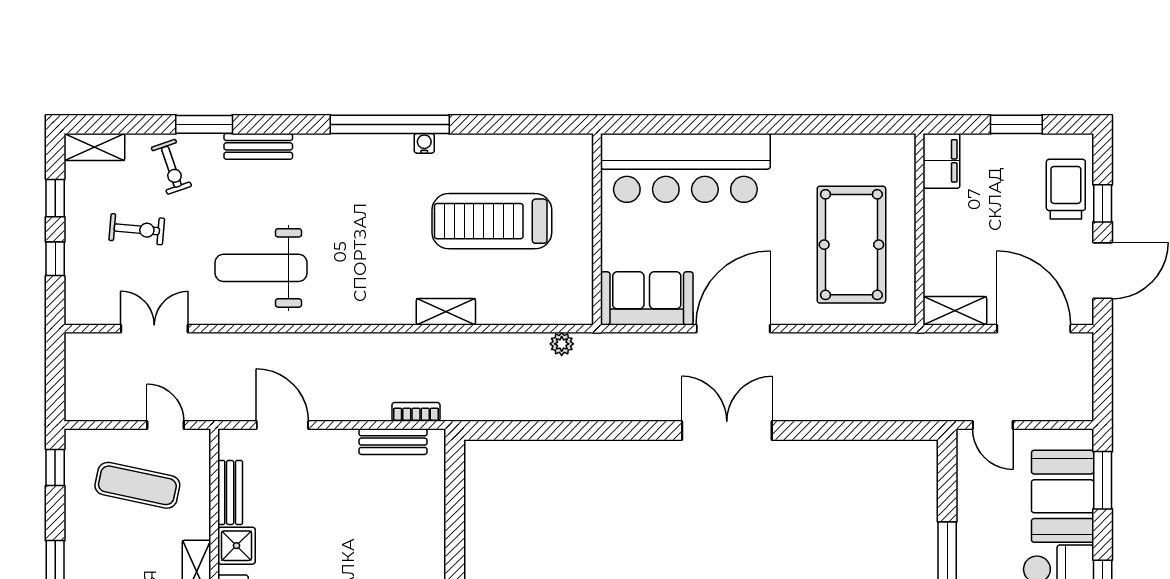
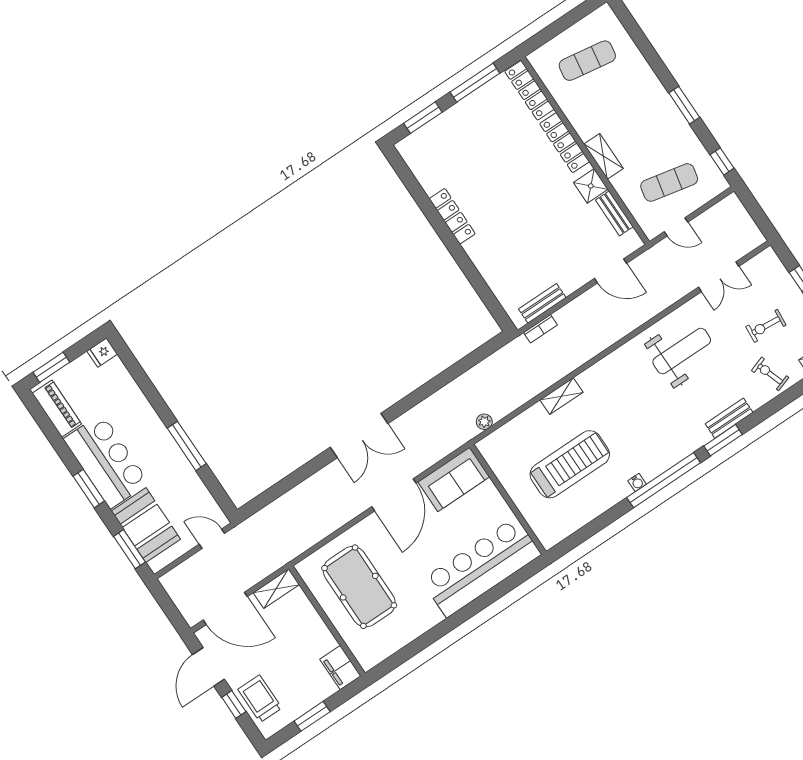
window: (204, 124) -> (723, 440), moved
trolley: (1066, 189) -> (260, 699), turned 180

